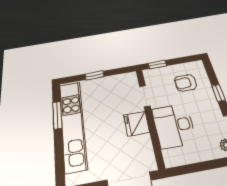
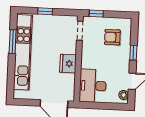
doorway: (145, 96) -> (80, 31), moved
desk: (174, 126) -> (93, 86), moved

